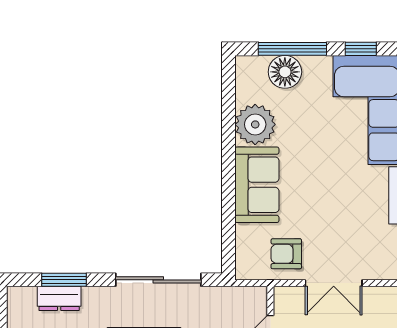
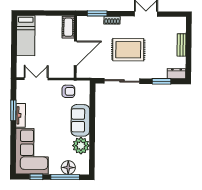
double door: (334, 283) -> (36, 79), moved
dresser: (59, 298) -> (176, 74), moved

